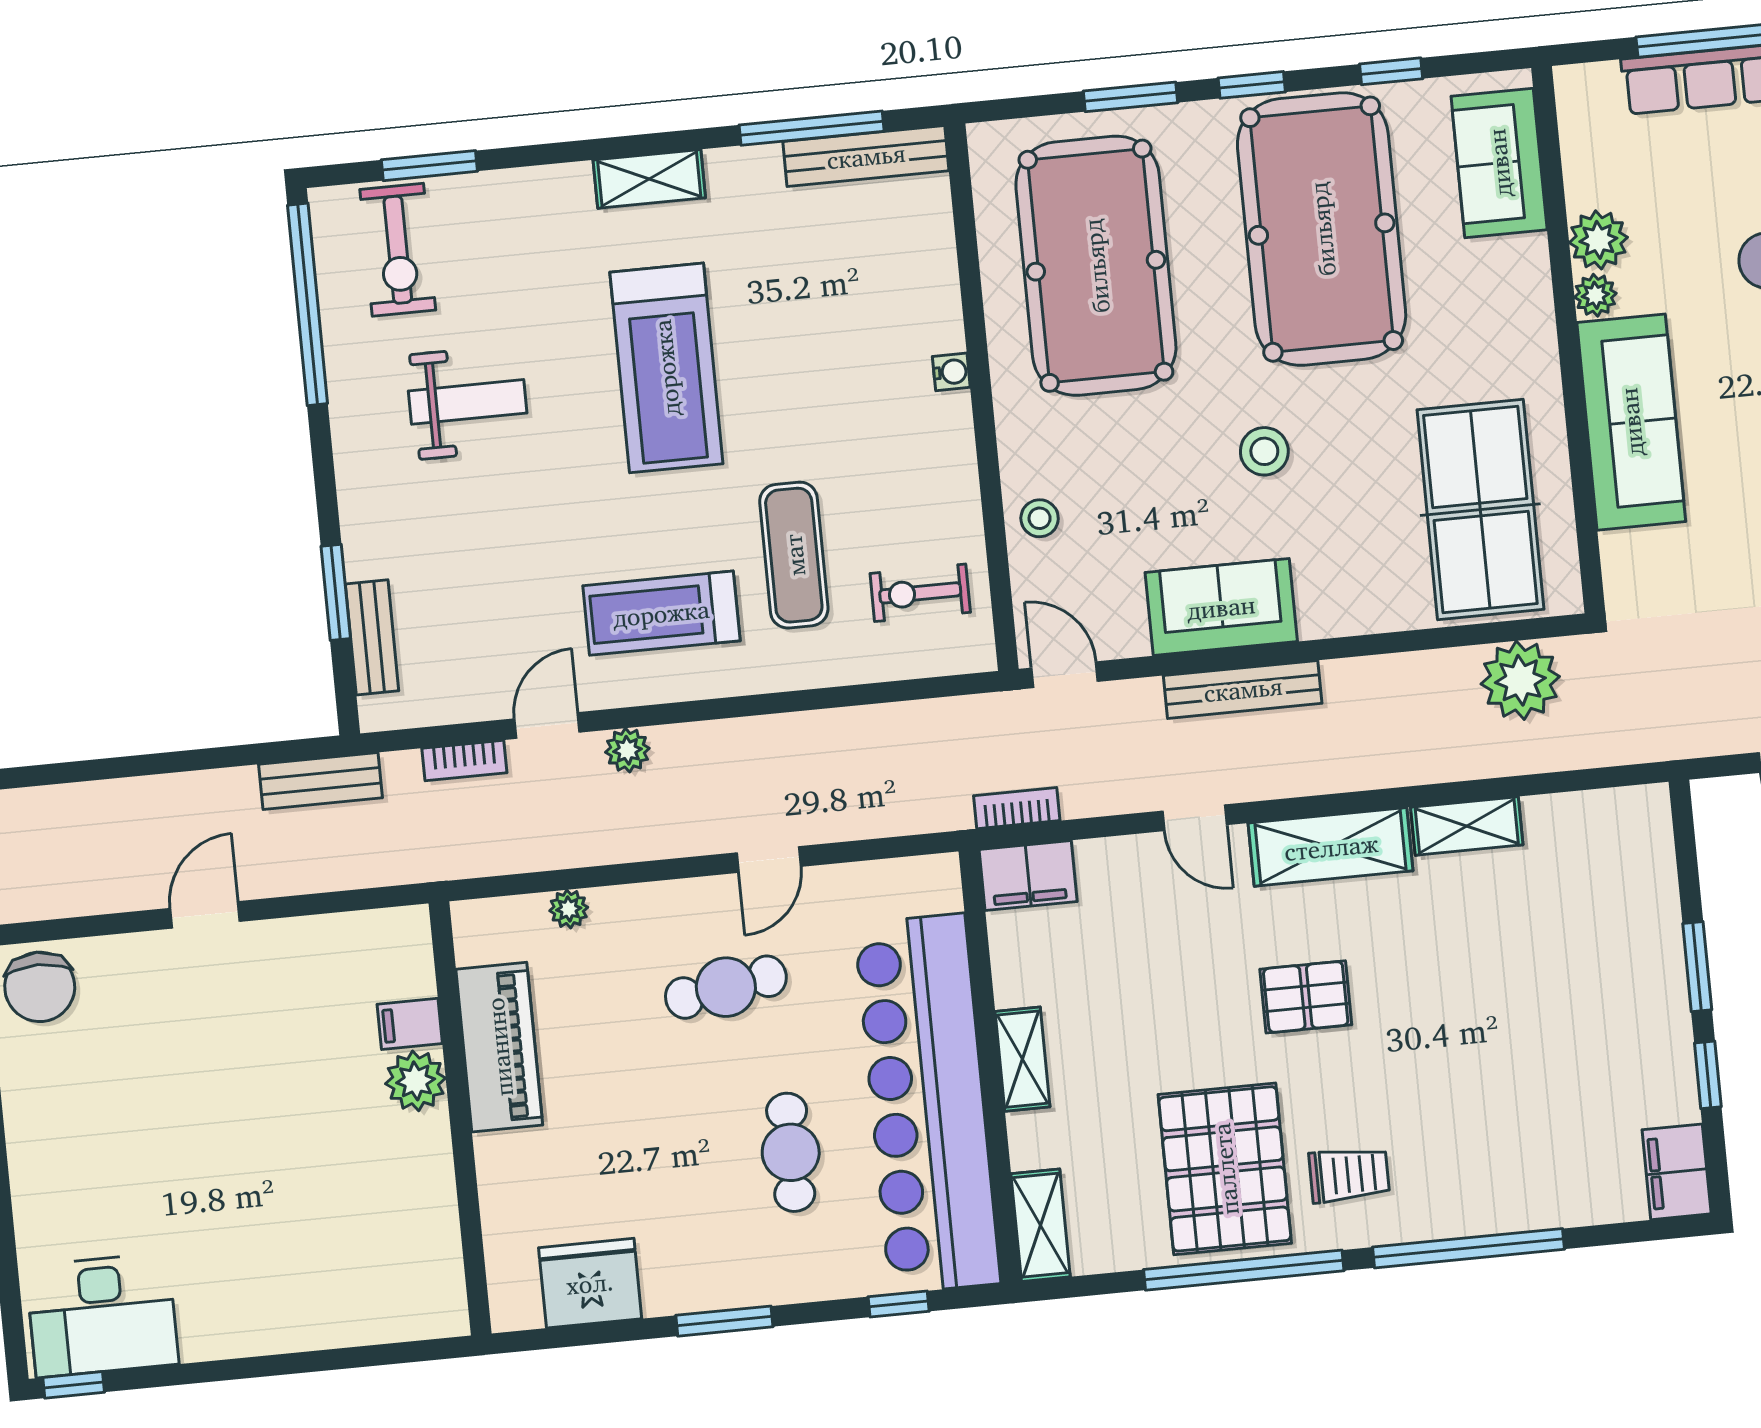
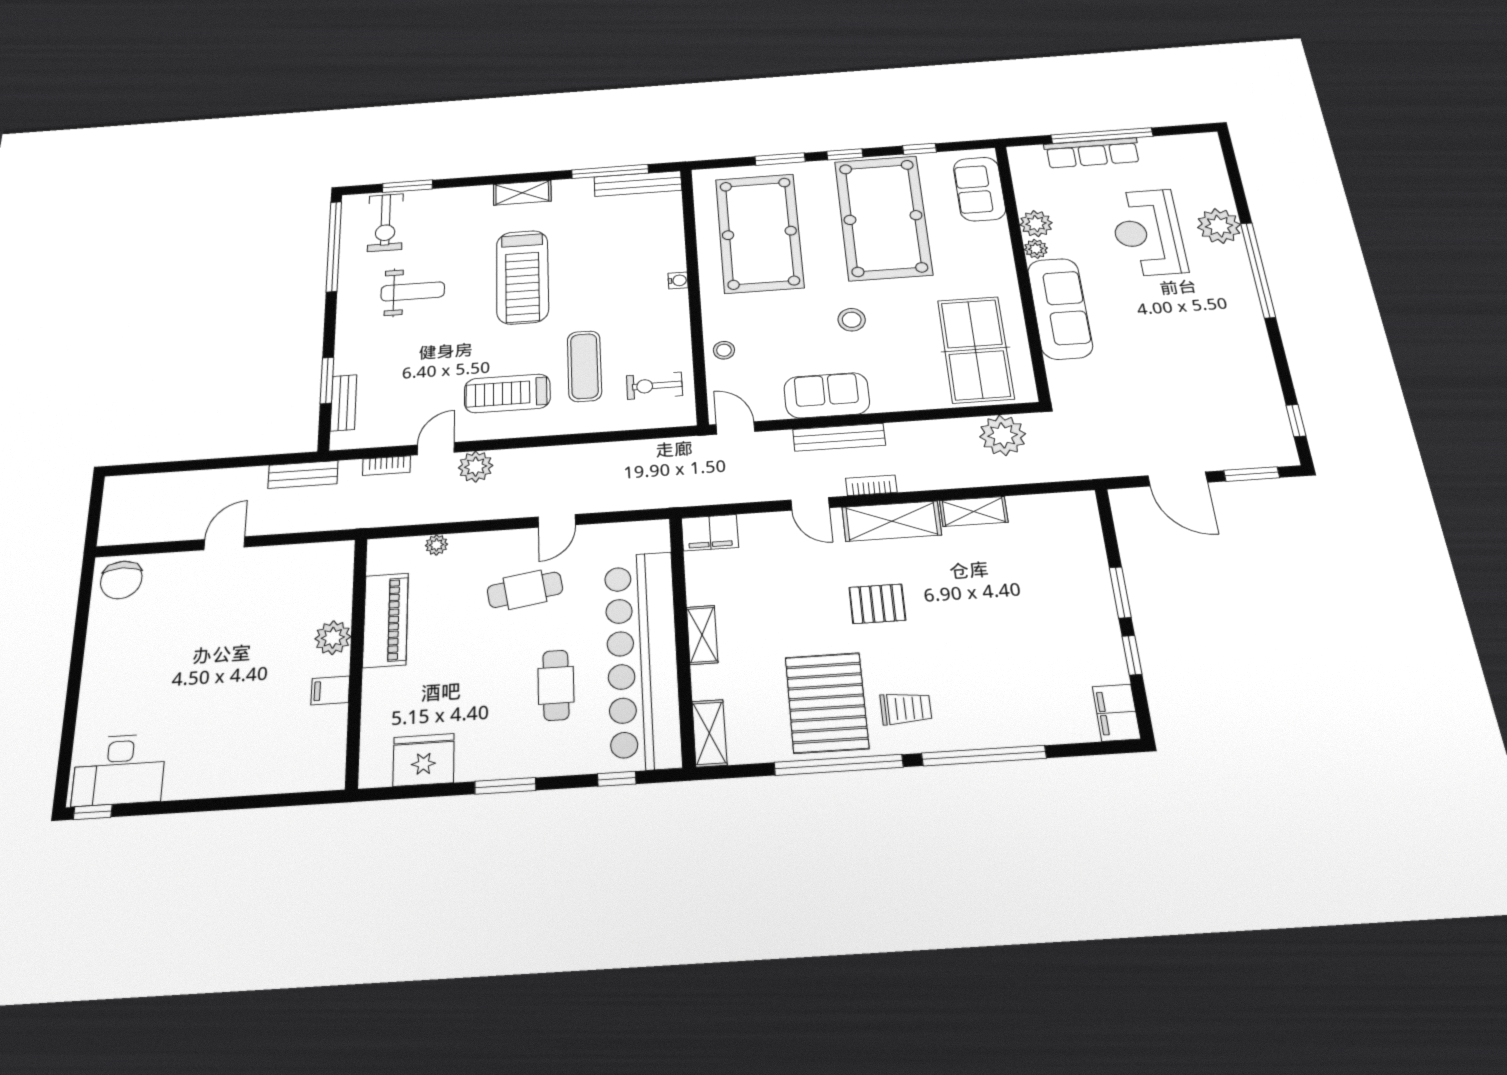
plant: (627, 750) -> (476, 467), width x1.38, depth x1.38
bookcase: (1017, 808) -> (871, 485), moved
filing cabinet: (410, 1024) -> (330, 690), moved

